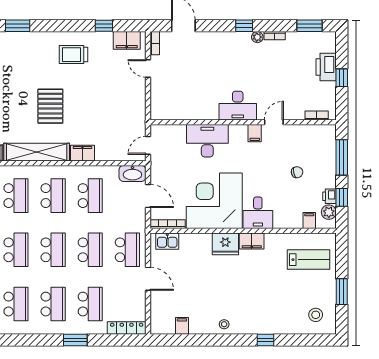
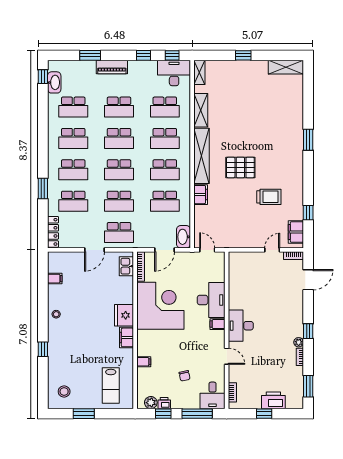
trolley: (74, 55) -> (269, 197), moved, turned 90
filing cabinet: (255, 133) -> (218, 324), moved
desk: (258, 213) -> (213, 395), moved, turned -90
filing cabinet: (309, 220) -> (144, 362), moved

